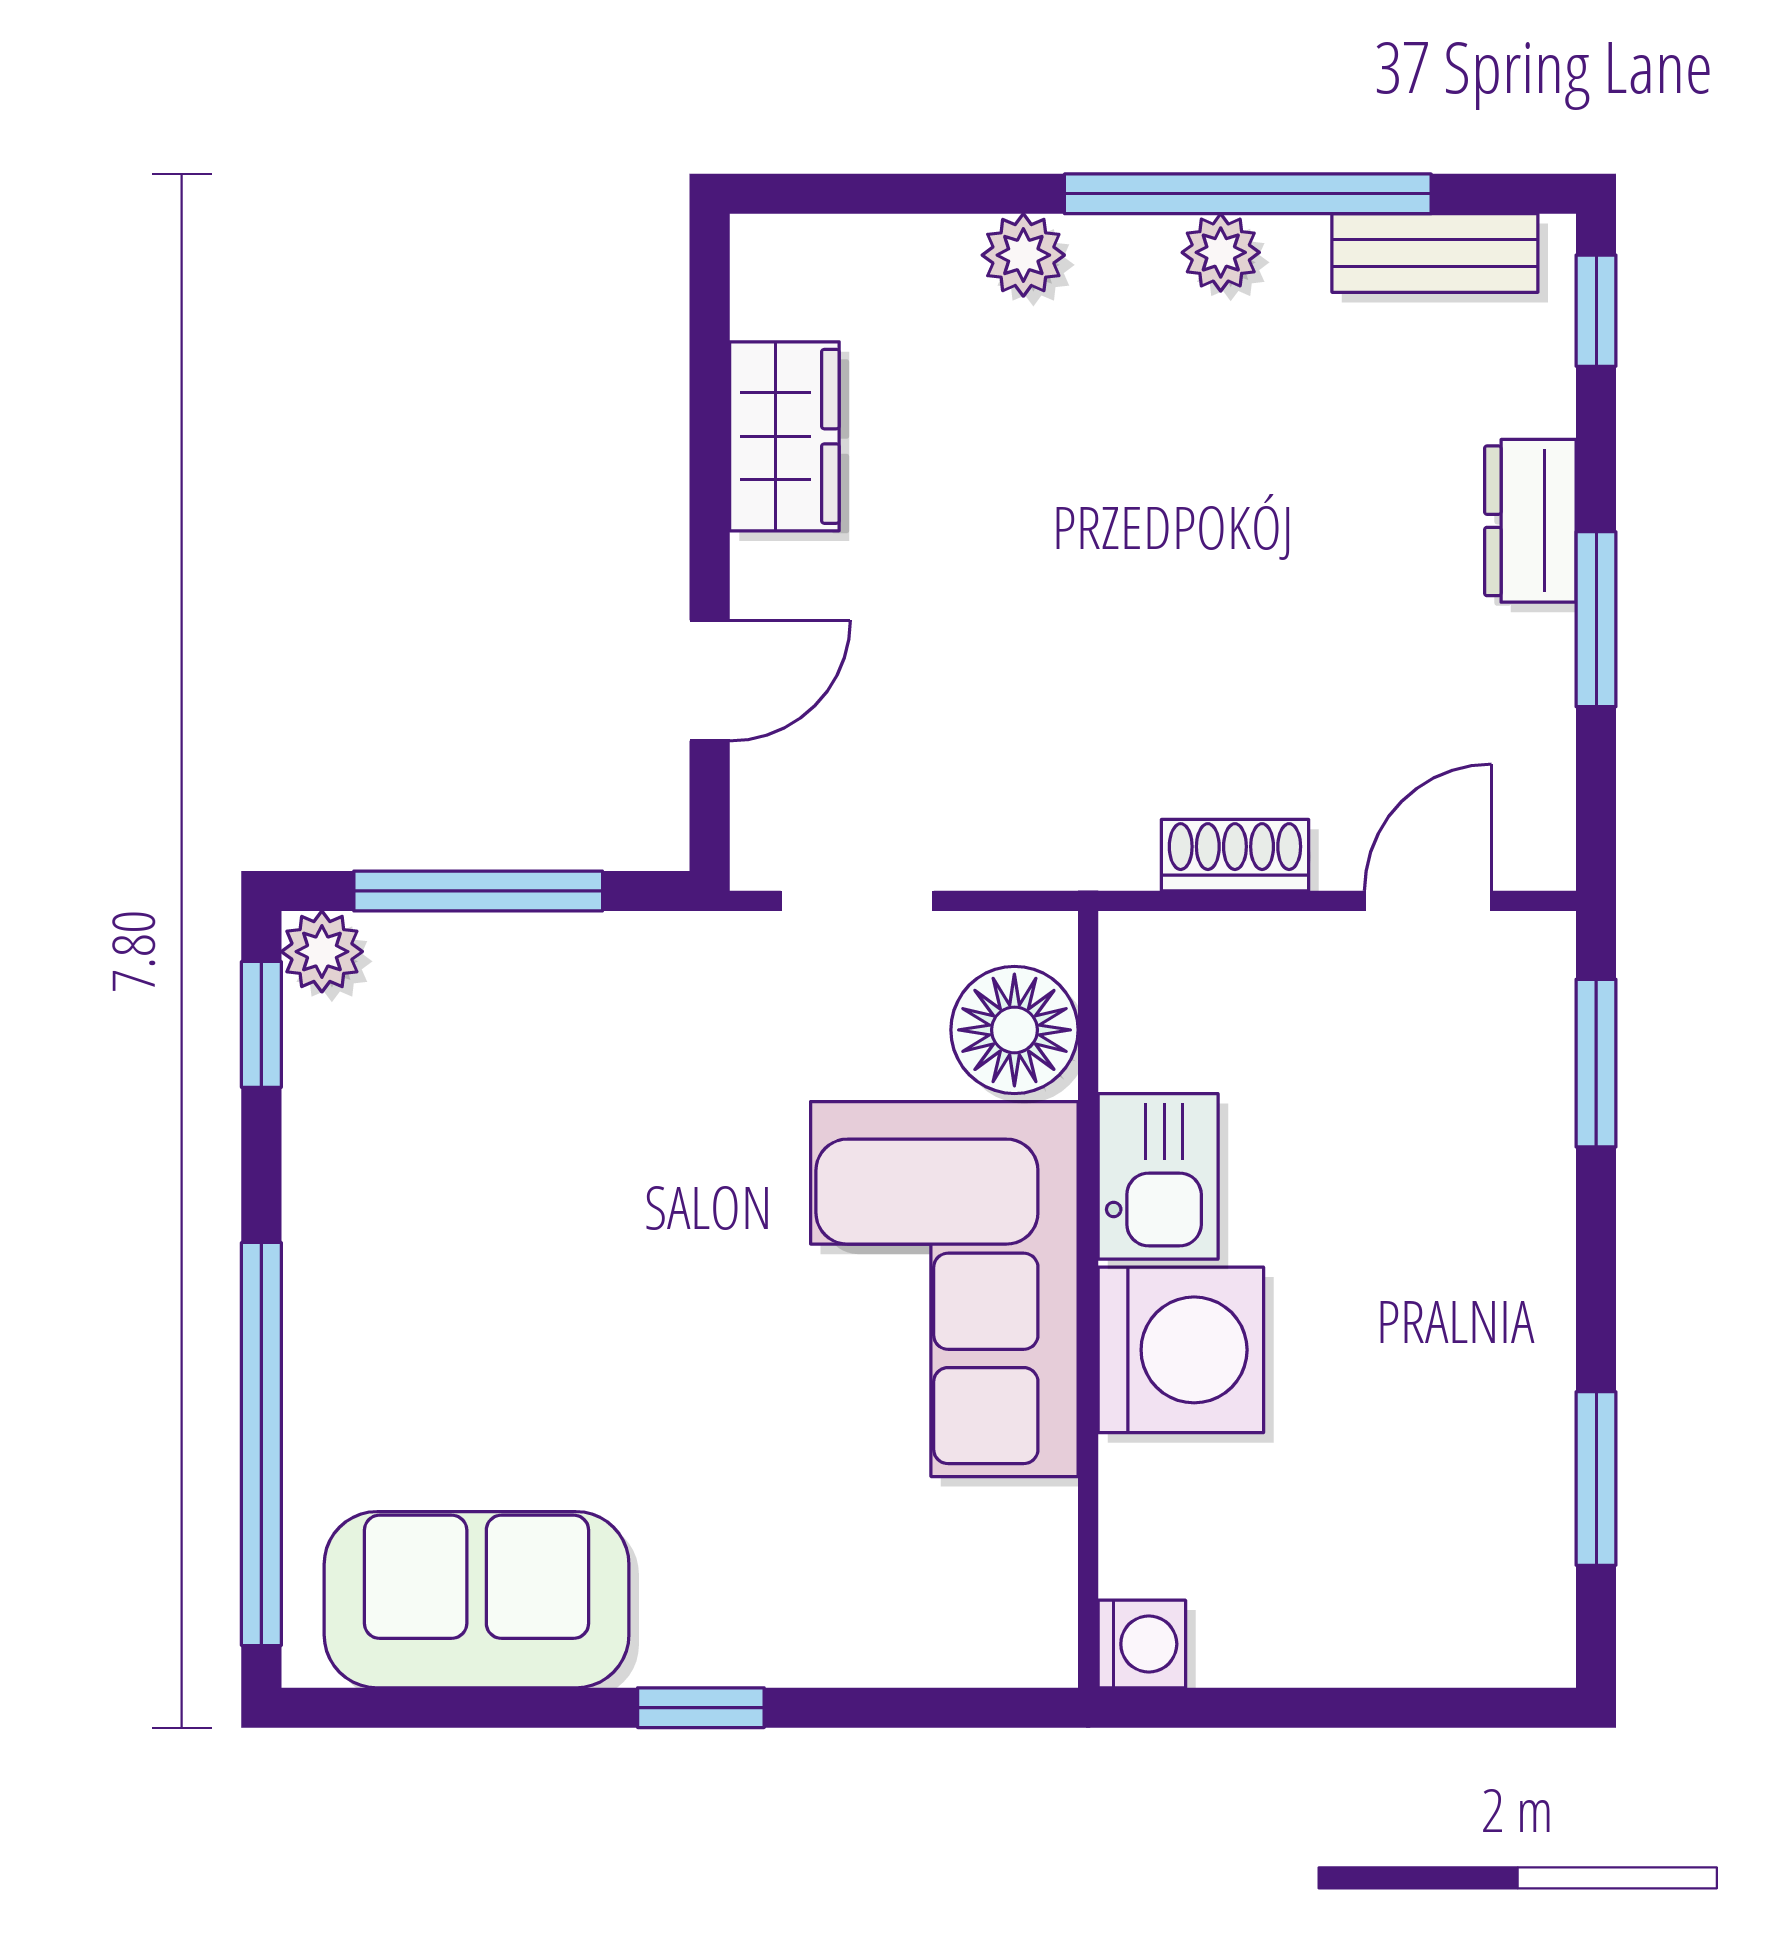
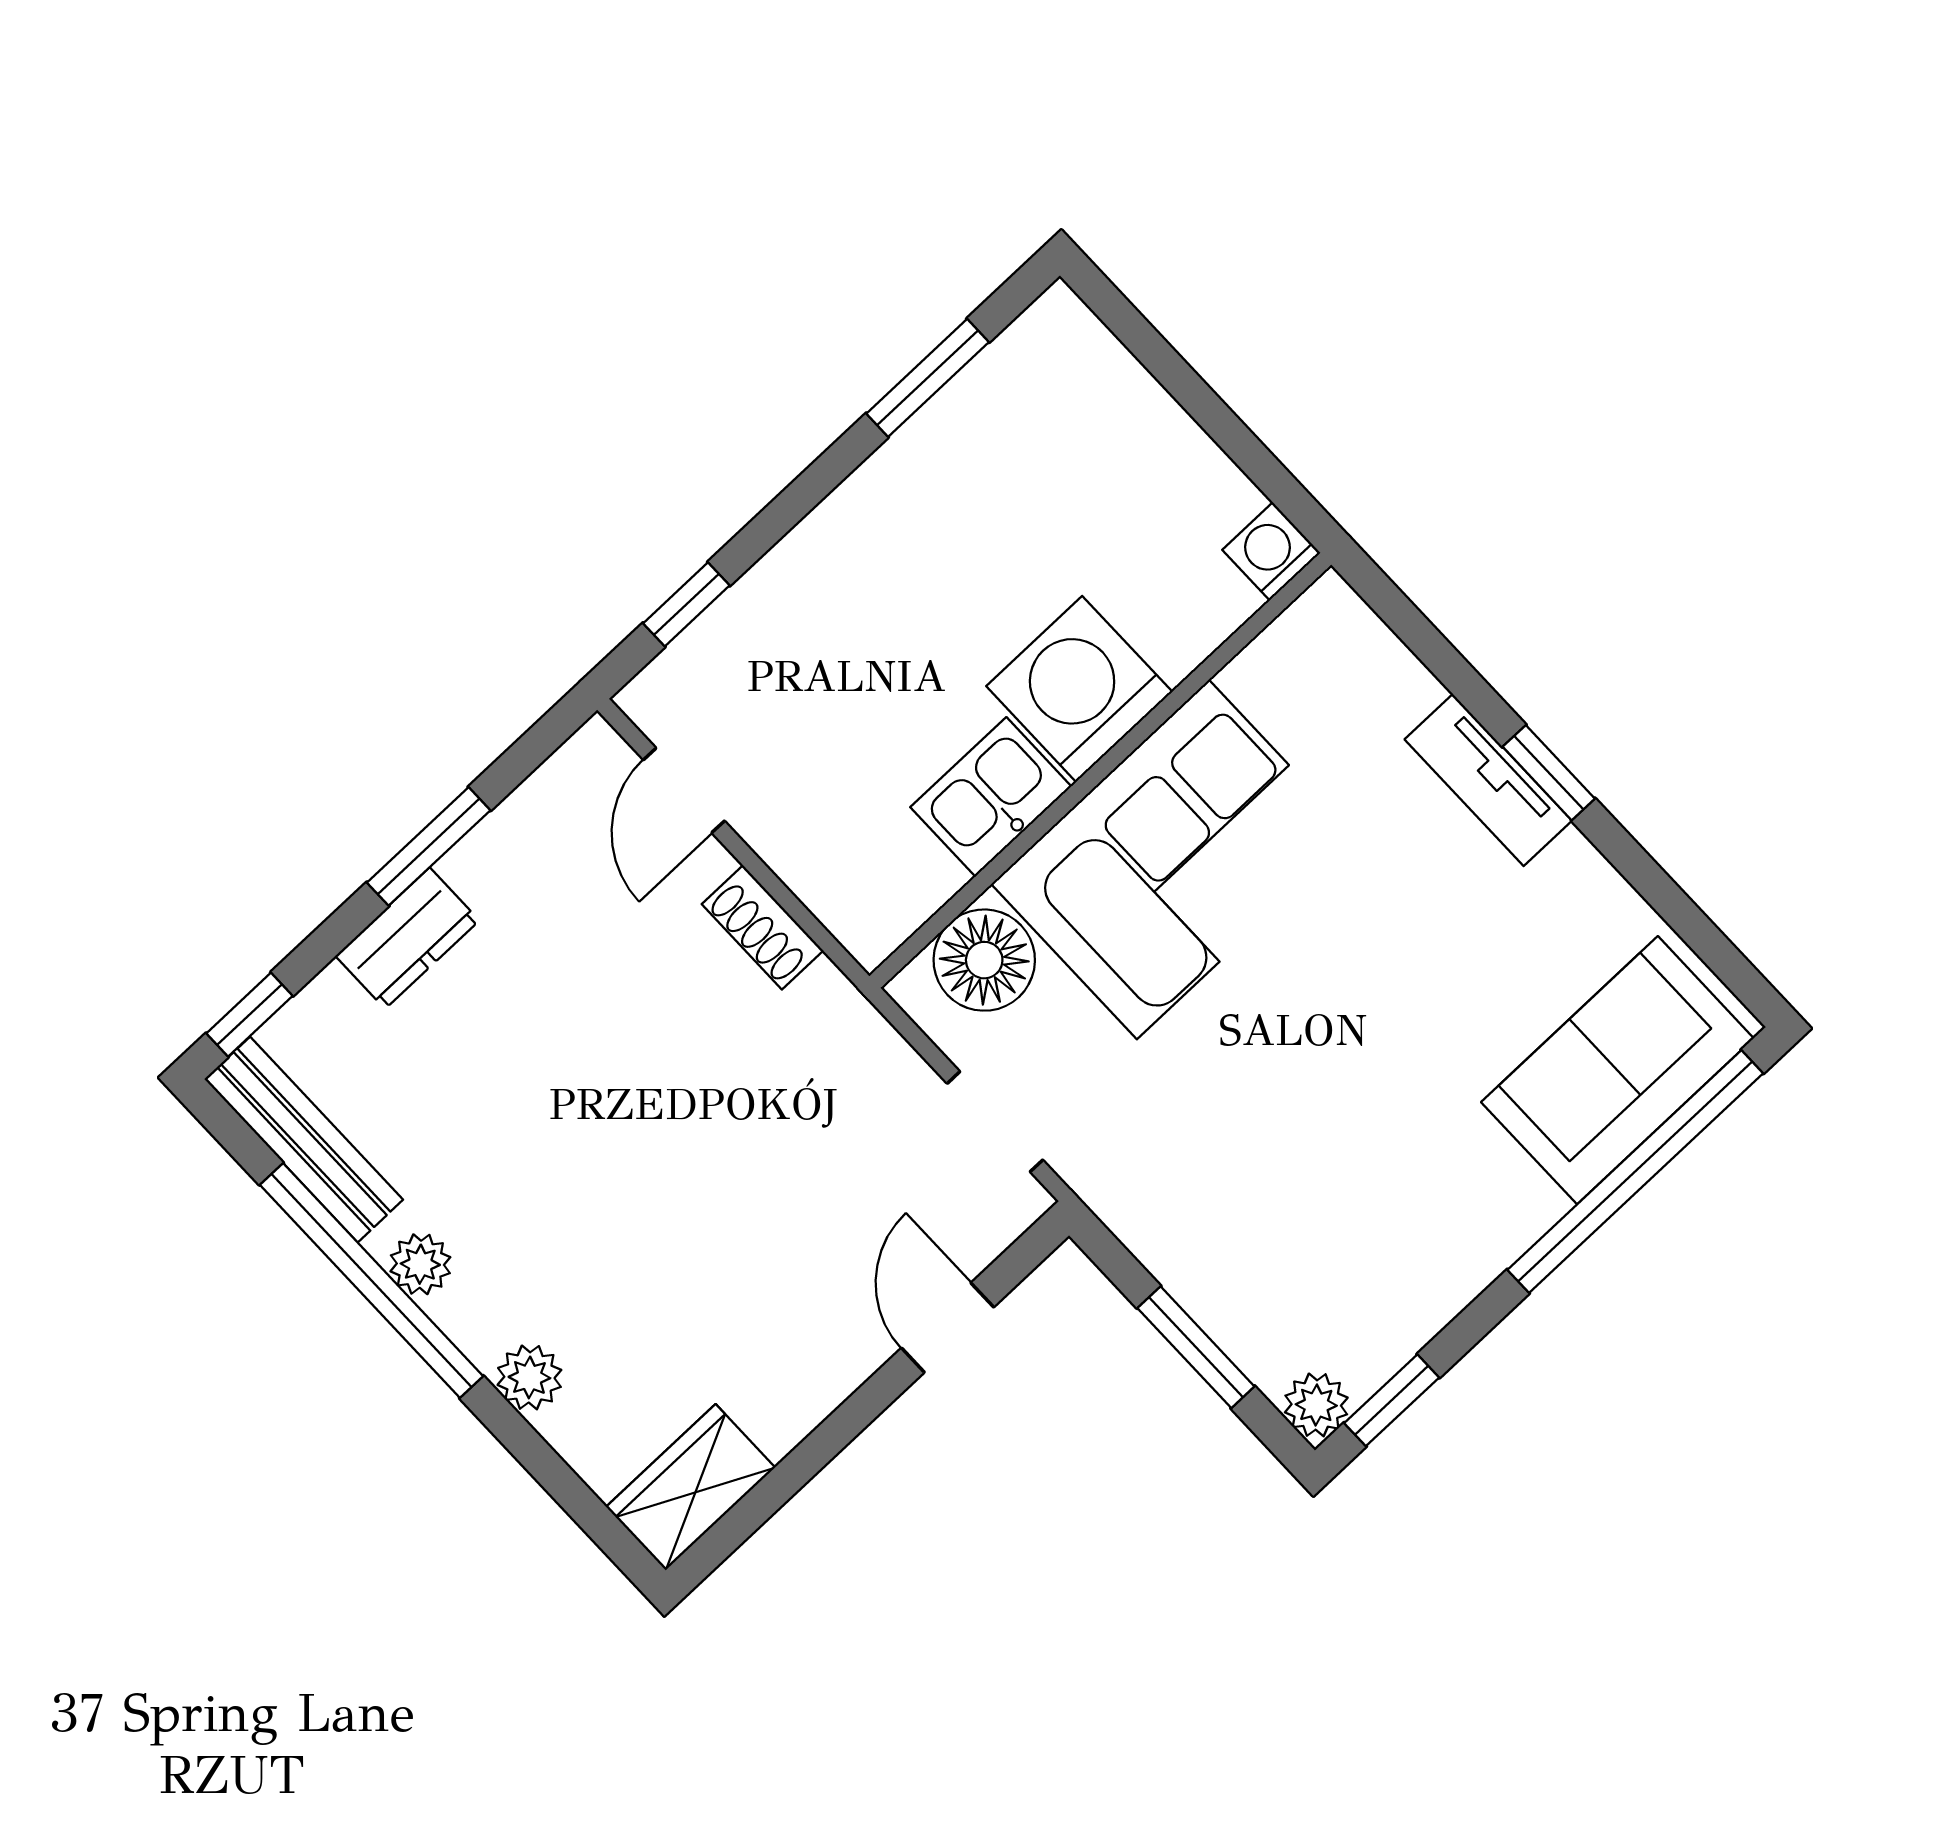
bench: (1435, 253) -> (304, 1140), width x1.36
wardrobe: (784, 436) -> (691, 1487), moved
door: (710, 681) -> (948, 1328), hinge flipped
window: (478, 891) -> (1196, 1347), width x0.69
door: (1428, 901) -> (684, 790), hinge flipped
window: (1596, 1063) -> (686, 604), width x0.67
sofa: (477, 1600) -> (1617, 1070), moved, turned 90
tv unit: (746, 1646) -> (1488, 780), added

